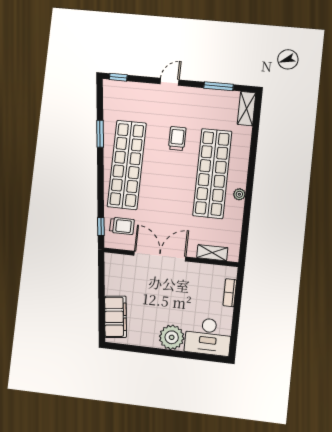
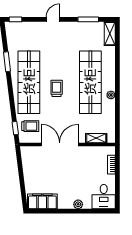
trolley: (177, 138) -> (57, 88), moved
filing cabinet: (115, 317) -> (42, 201), moved, turned -83
desk: (208, 336) -> (104, 197), width x0.73
plant: (172, 337) -> (78, 204), width x0.53, depth x0.53

